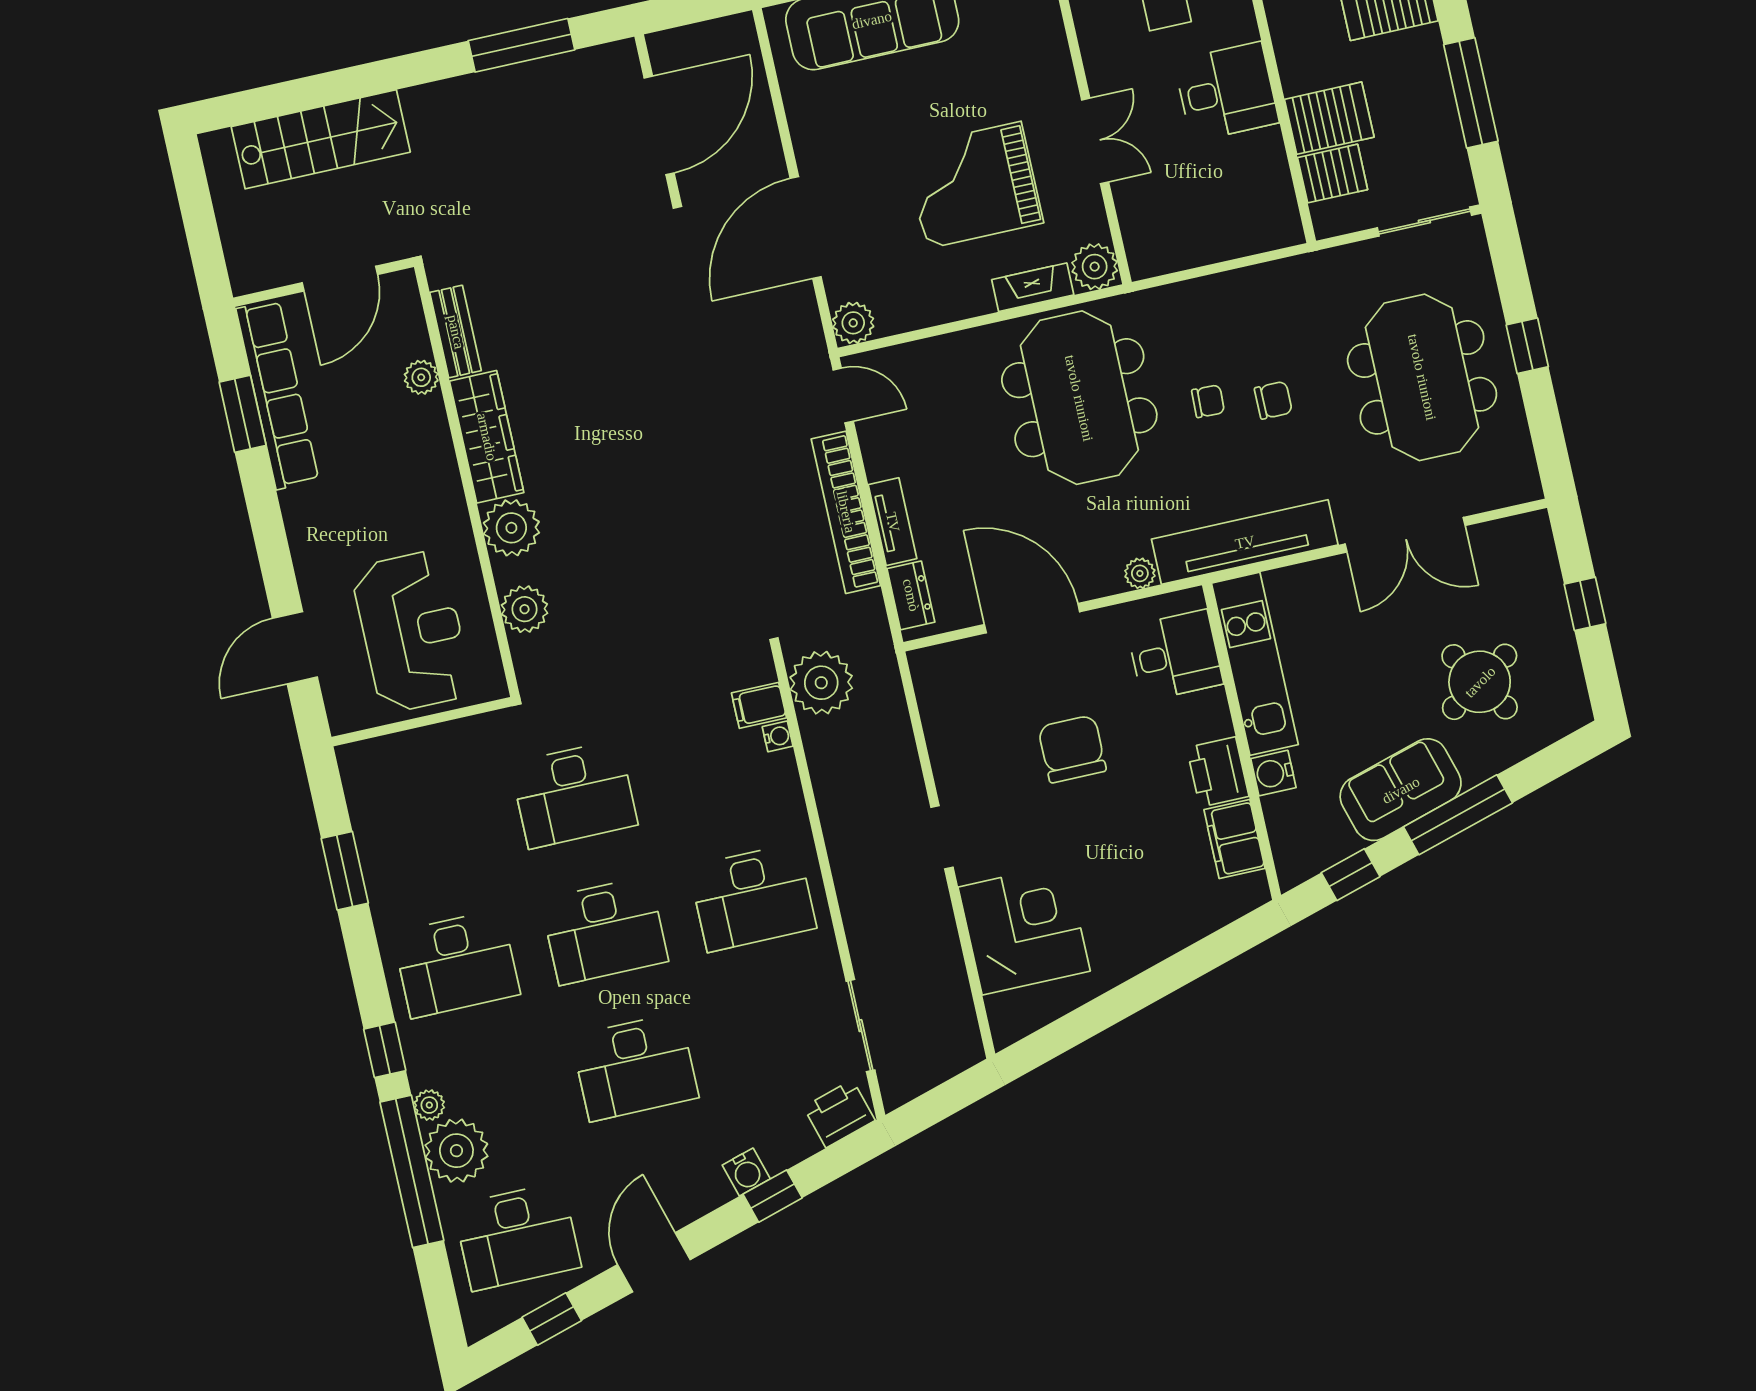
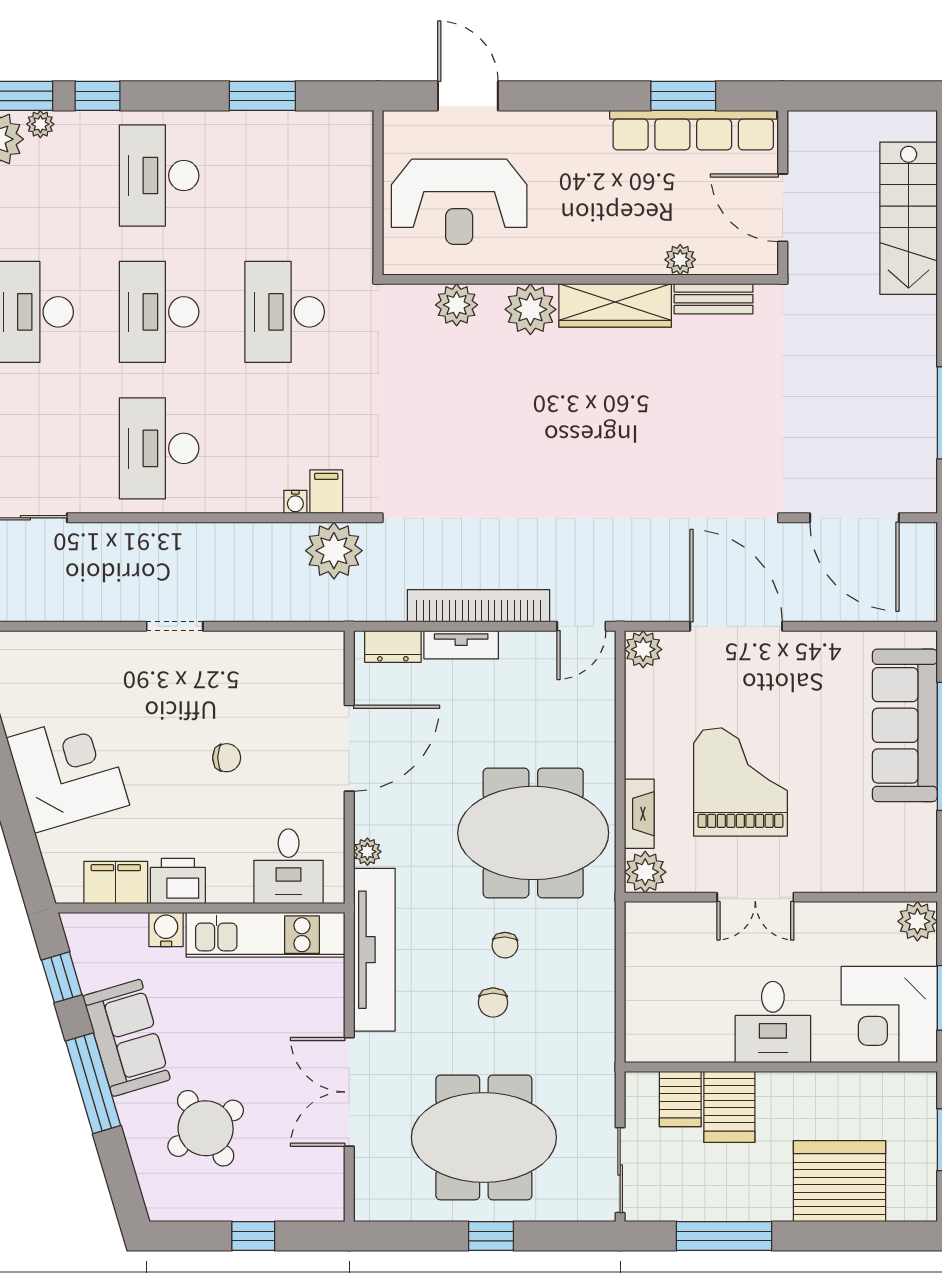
chair: (1072, 749) -> (227, 758), width x0.54, depth x0.54
corner desk: (1024, 929) -> (68, 771), moved, turned -106

